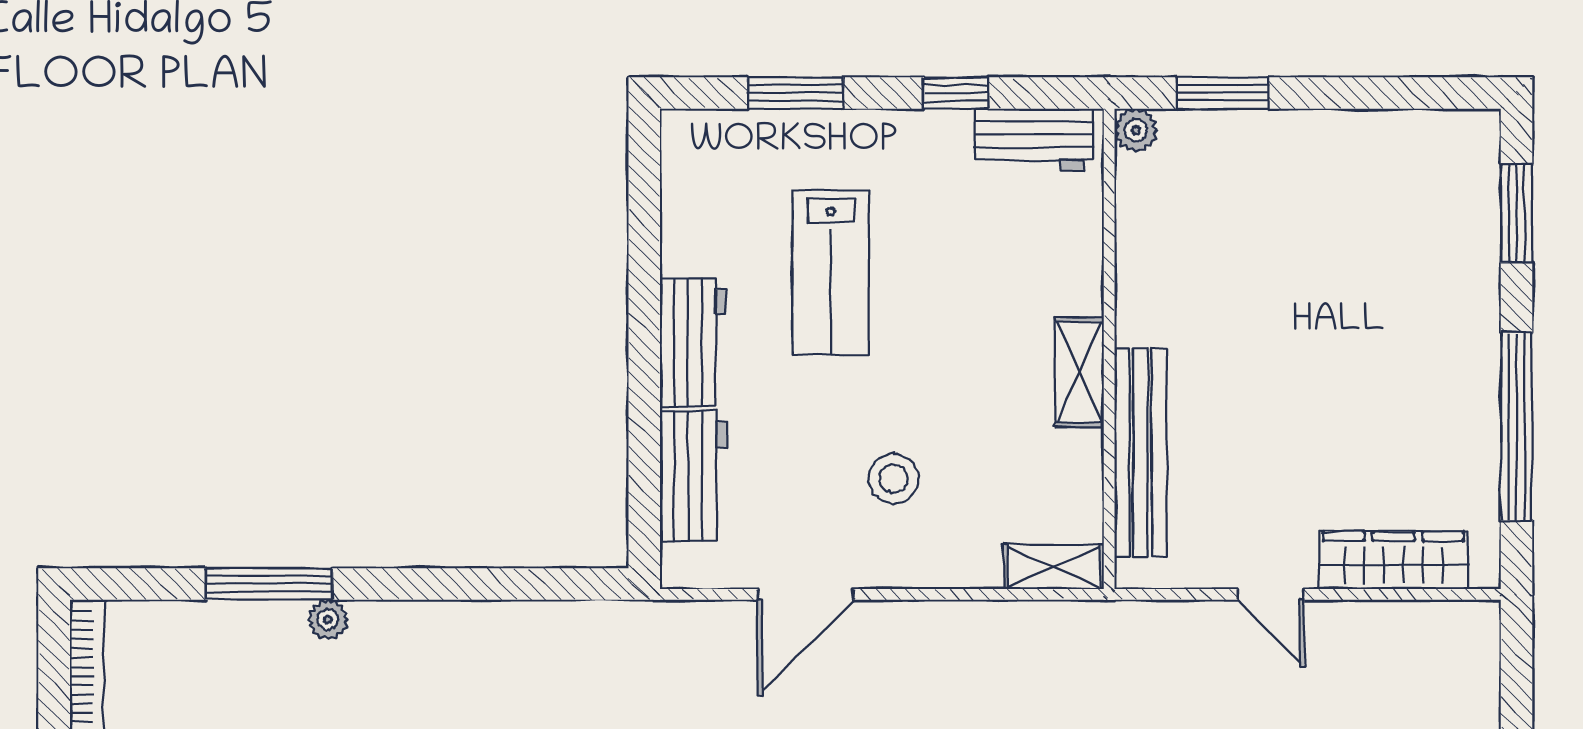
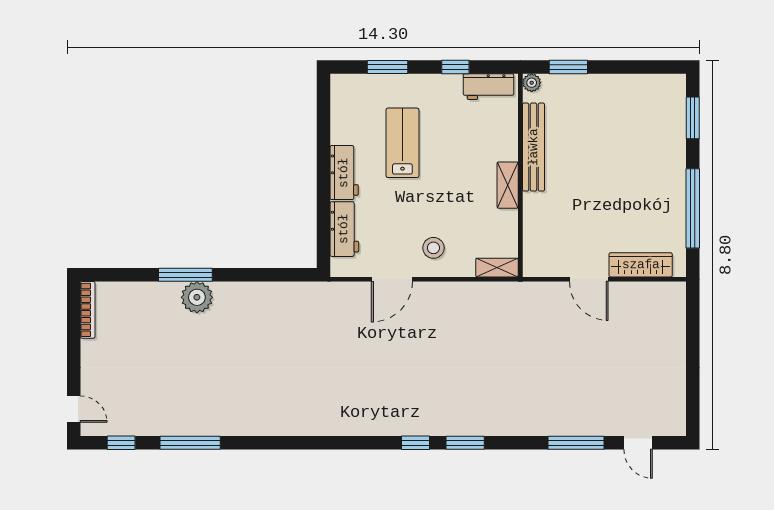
lab bench: (831, 272) -> (402, 143), turned 180
bench: (1140, 453) -> (534, 147), moved
stool: (894, 479) -> (433, 248), moved
window: (269, 584) -> (185, 275), moved
door: (1271, 594) -> (589, 279), width x1.38
plant: (328, 620) -> (197, 297), width x1.87, depth x1.87

